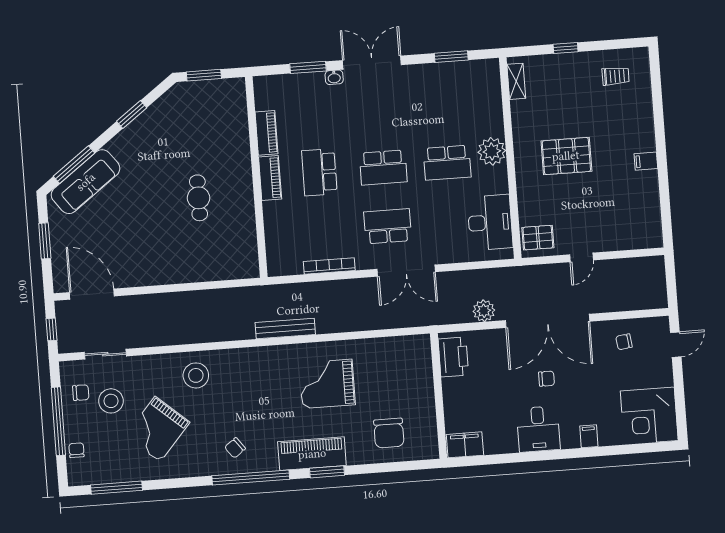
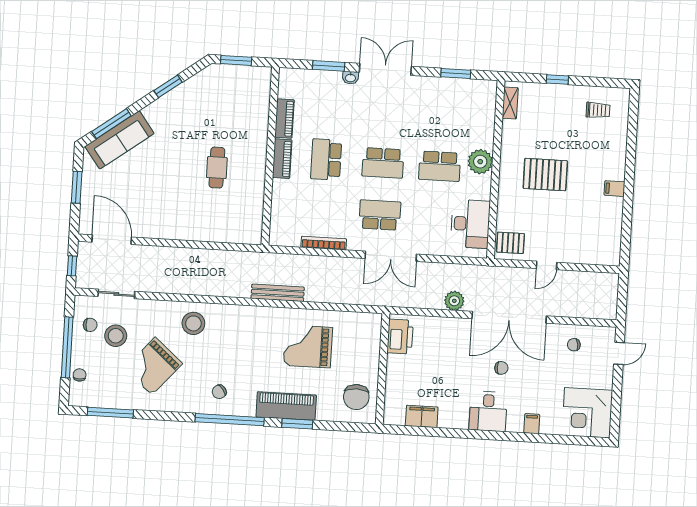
printer: (453, 357) -> (400, 336), moved
wall: (439, 396) -> (382, 369), moved

